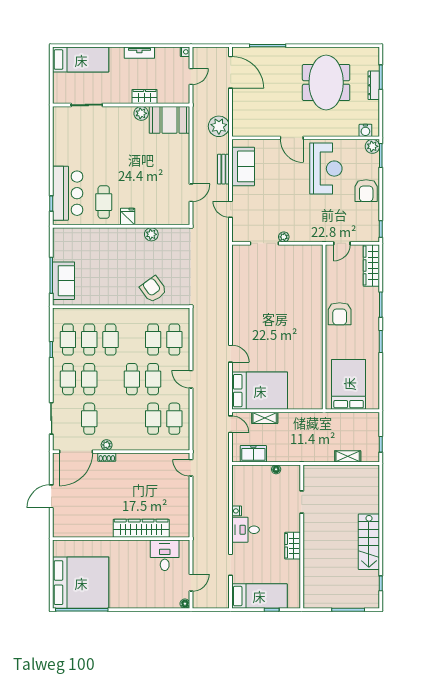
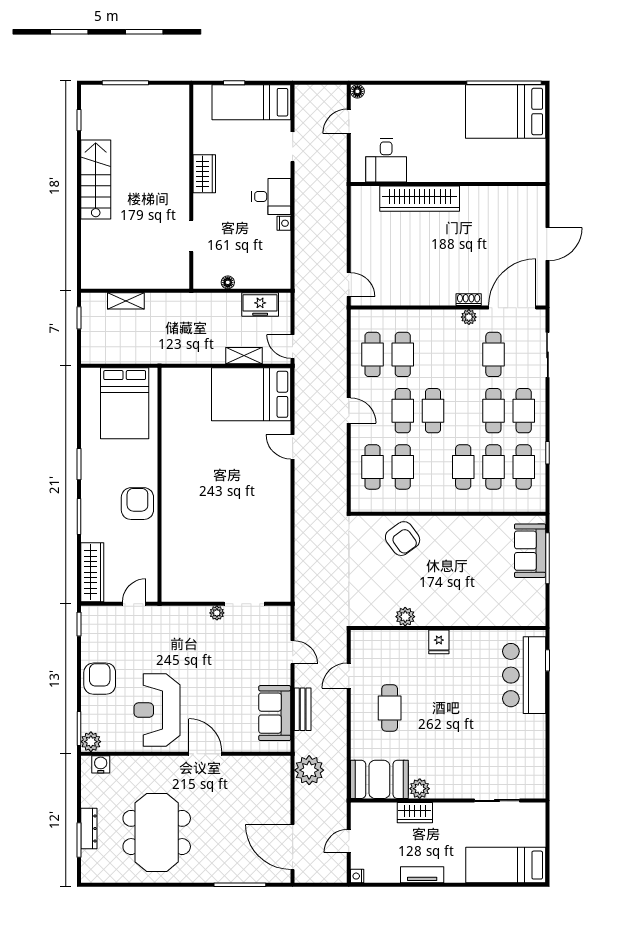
cafe table: (104, 202) -> (390, 708), moved
bed: (81, 583) -> (506, 112), width x0.73

